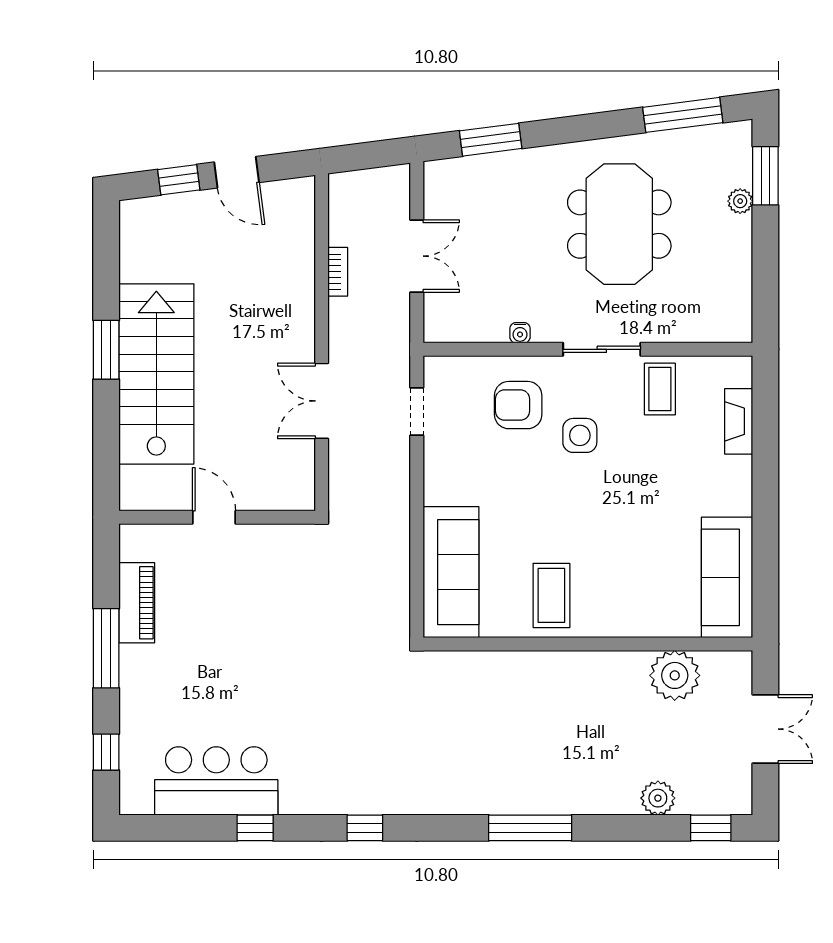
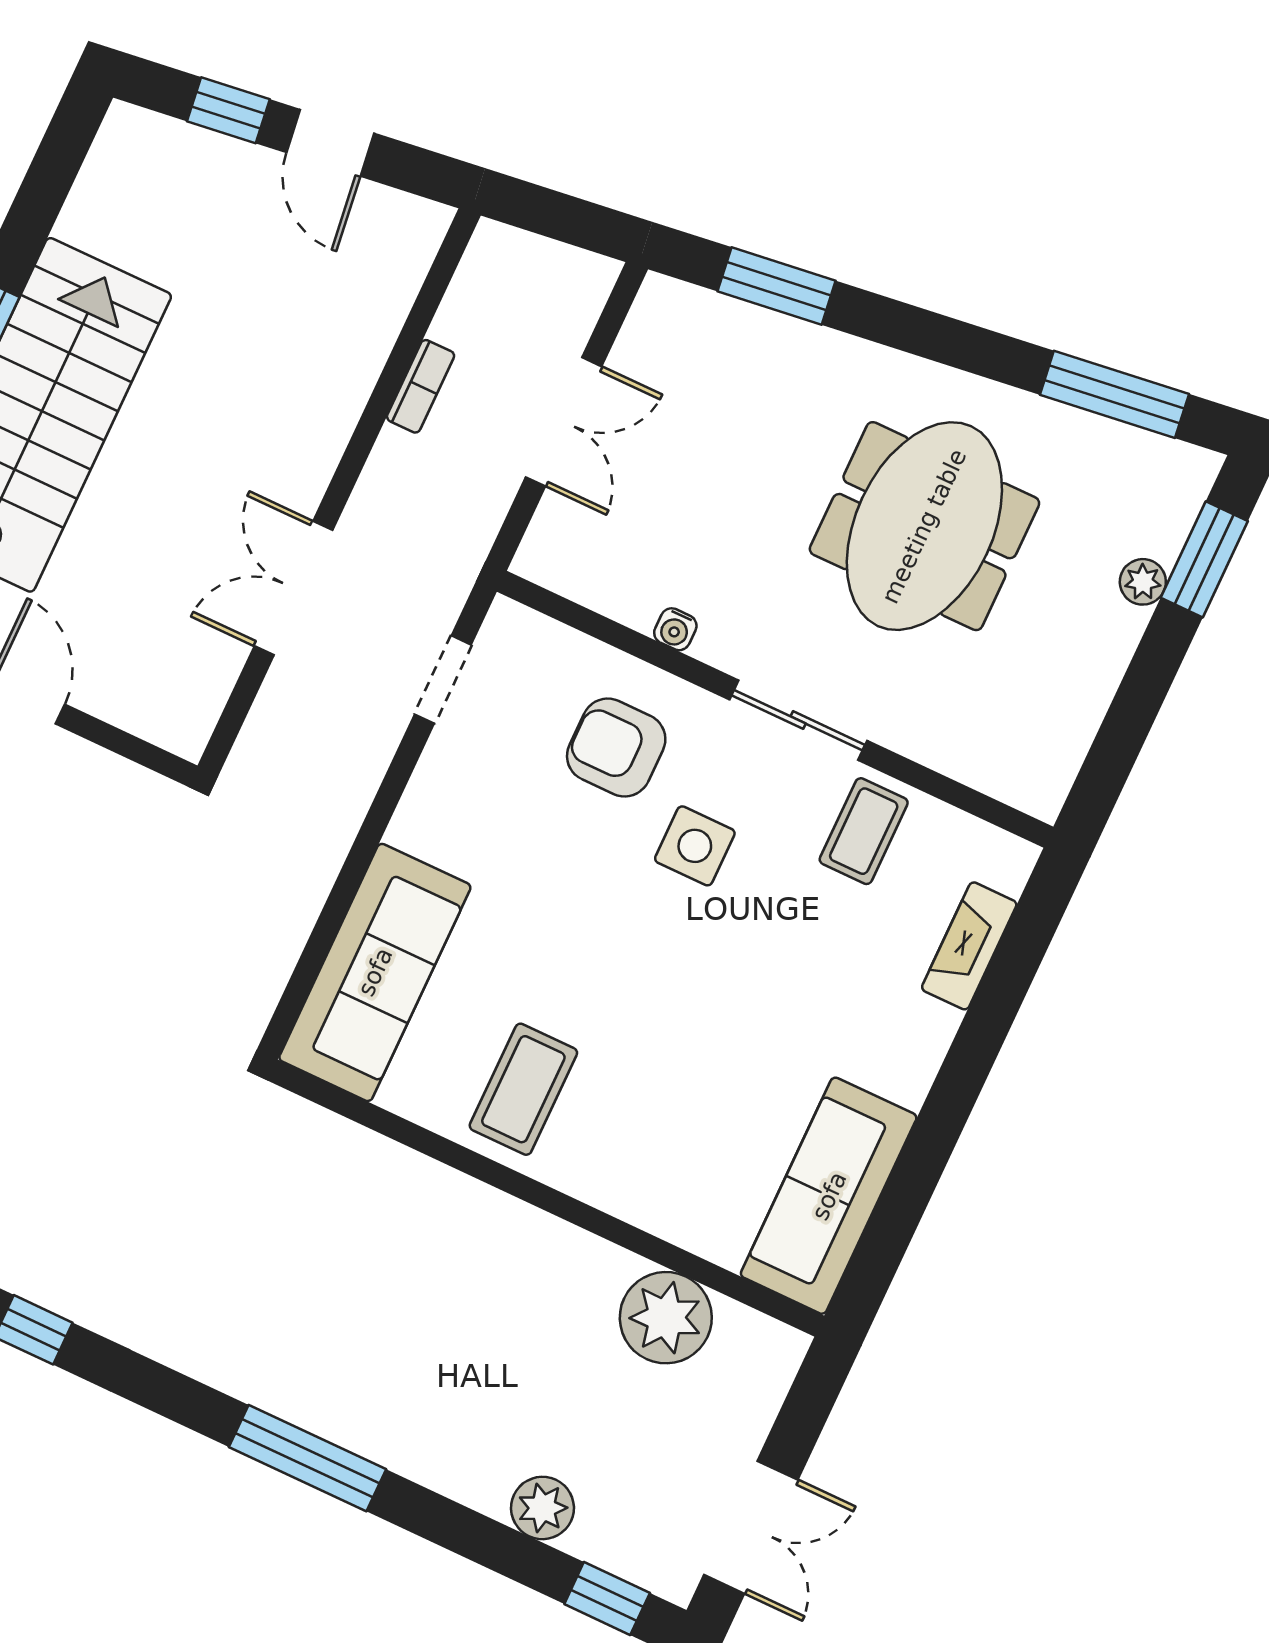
double door: (765, 729) -> (751, 1527), moved

